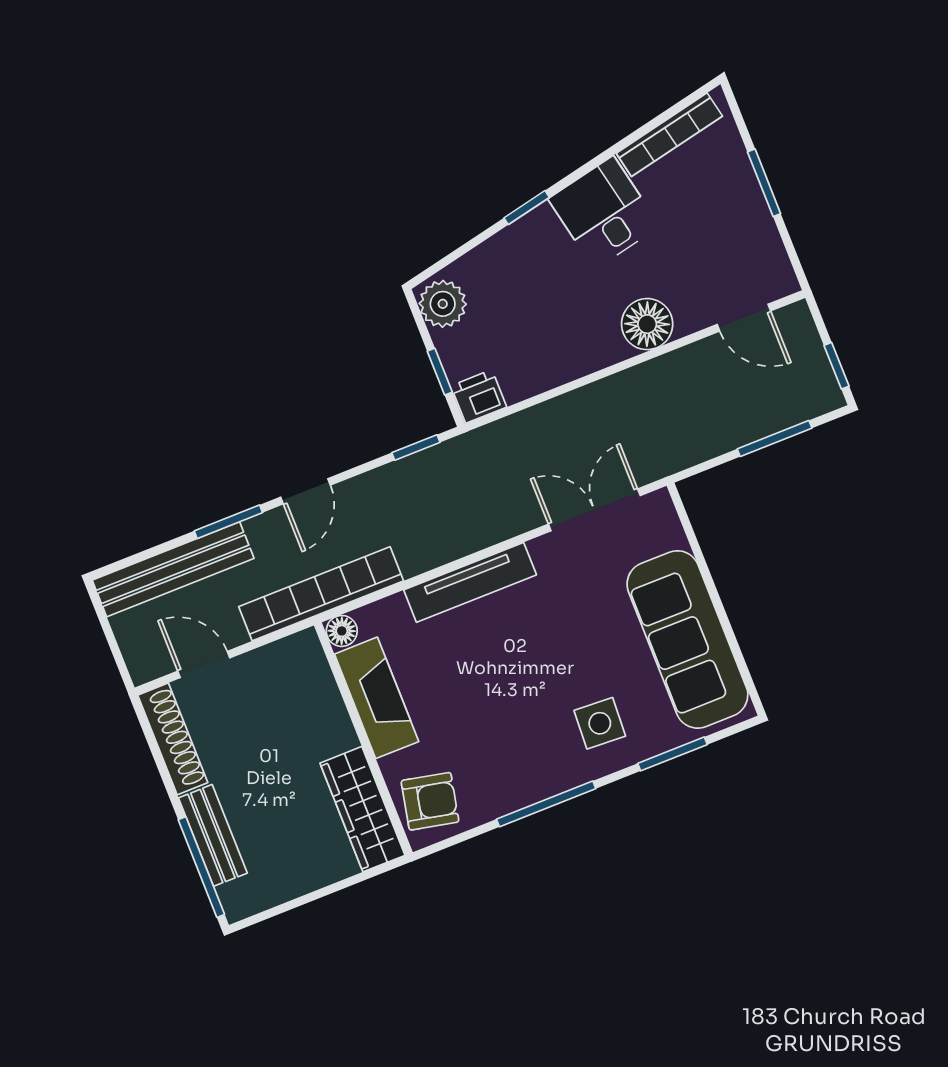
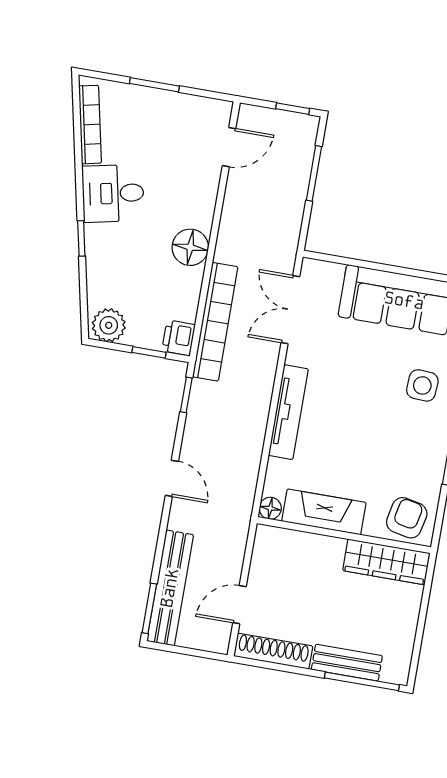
floor lamp: (647, 324) -> (190, 247), moved
window: (228, 522) -> (149, 608), moved
bookcase: (321, 594) -> (215, 322), moved, turned 180

